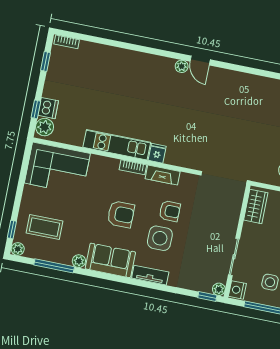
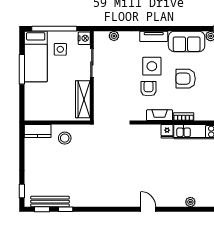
plant: (182, 66) -> (190, 202), moved
wardrobe: (256, 206) -> (83, 99), width x1.50
armchair: (170, 211) -> (148, 89), turned 90
plant: (219, 289) -> (114, 36), moved
window: (207, 296) -> (106, 29), removed

